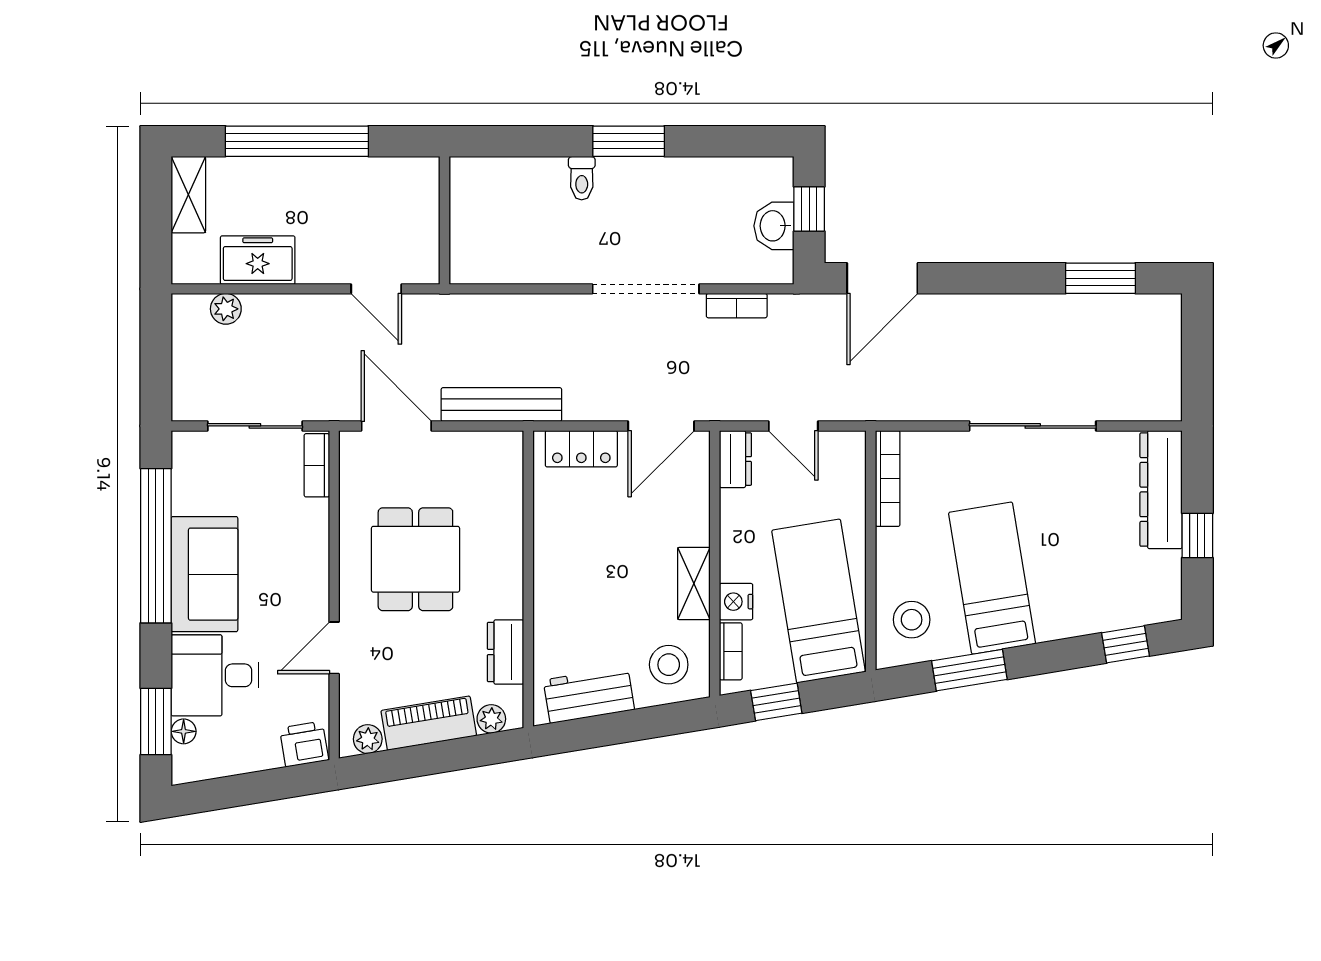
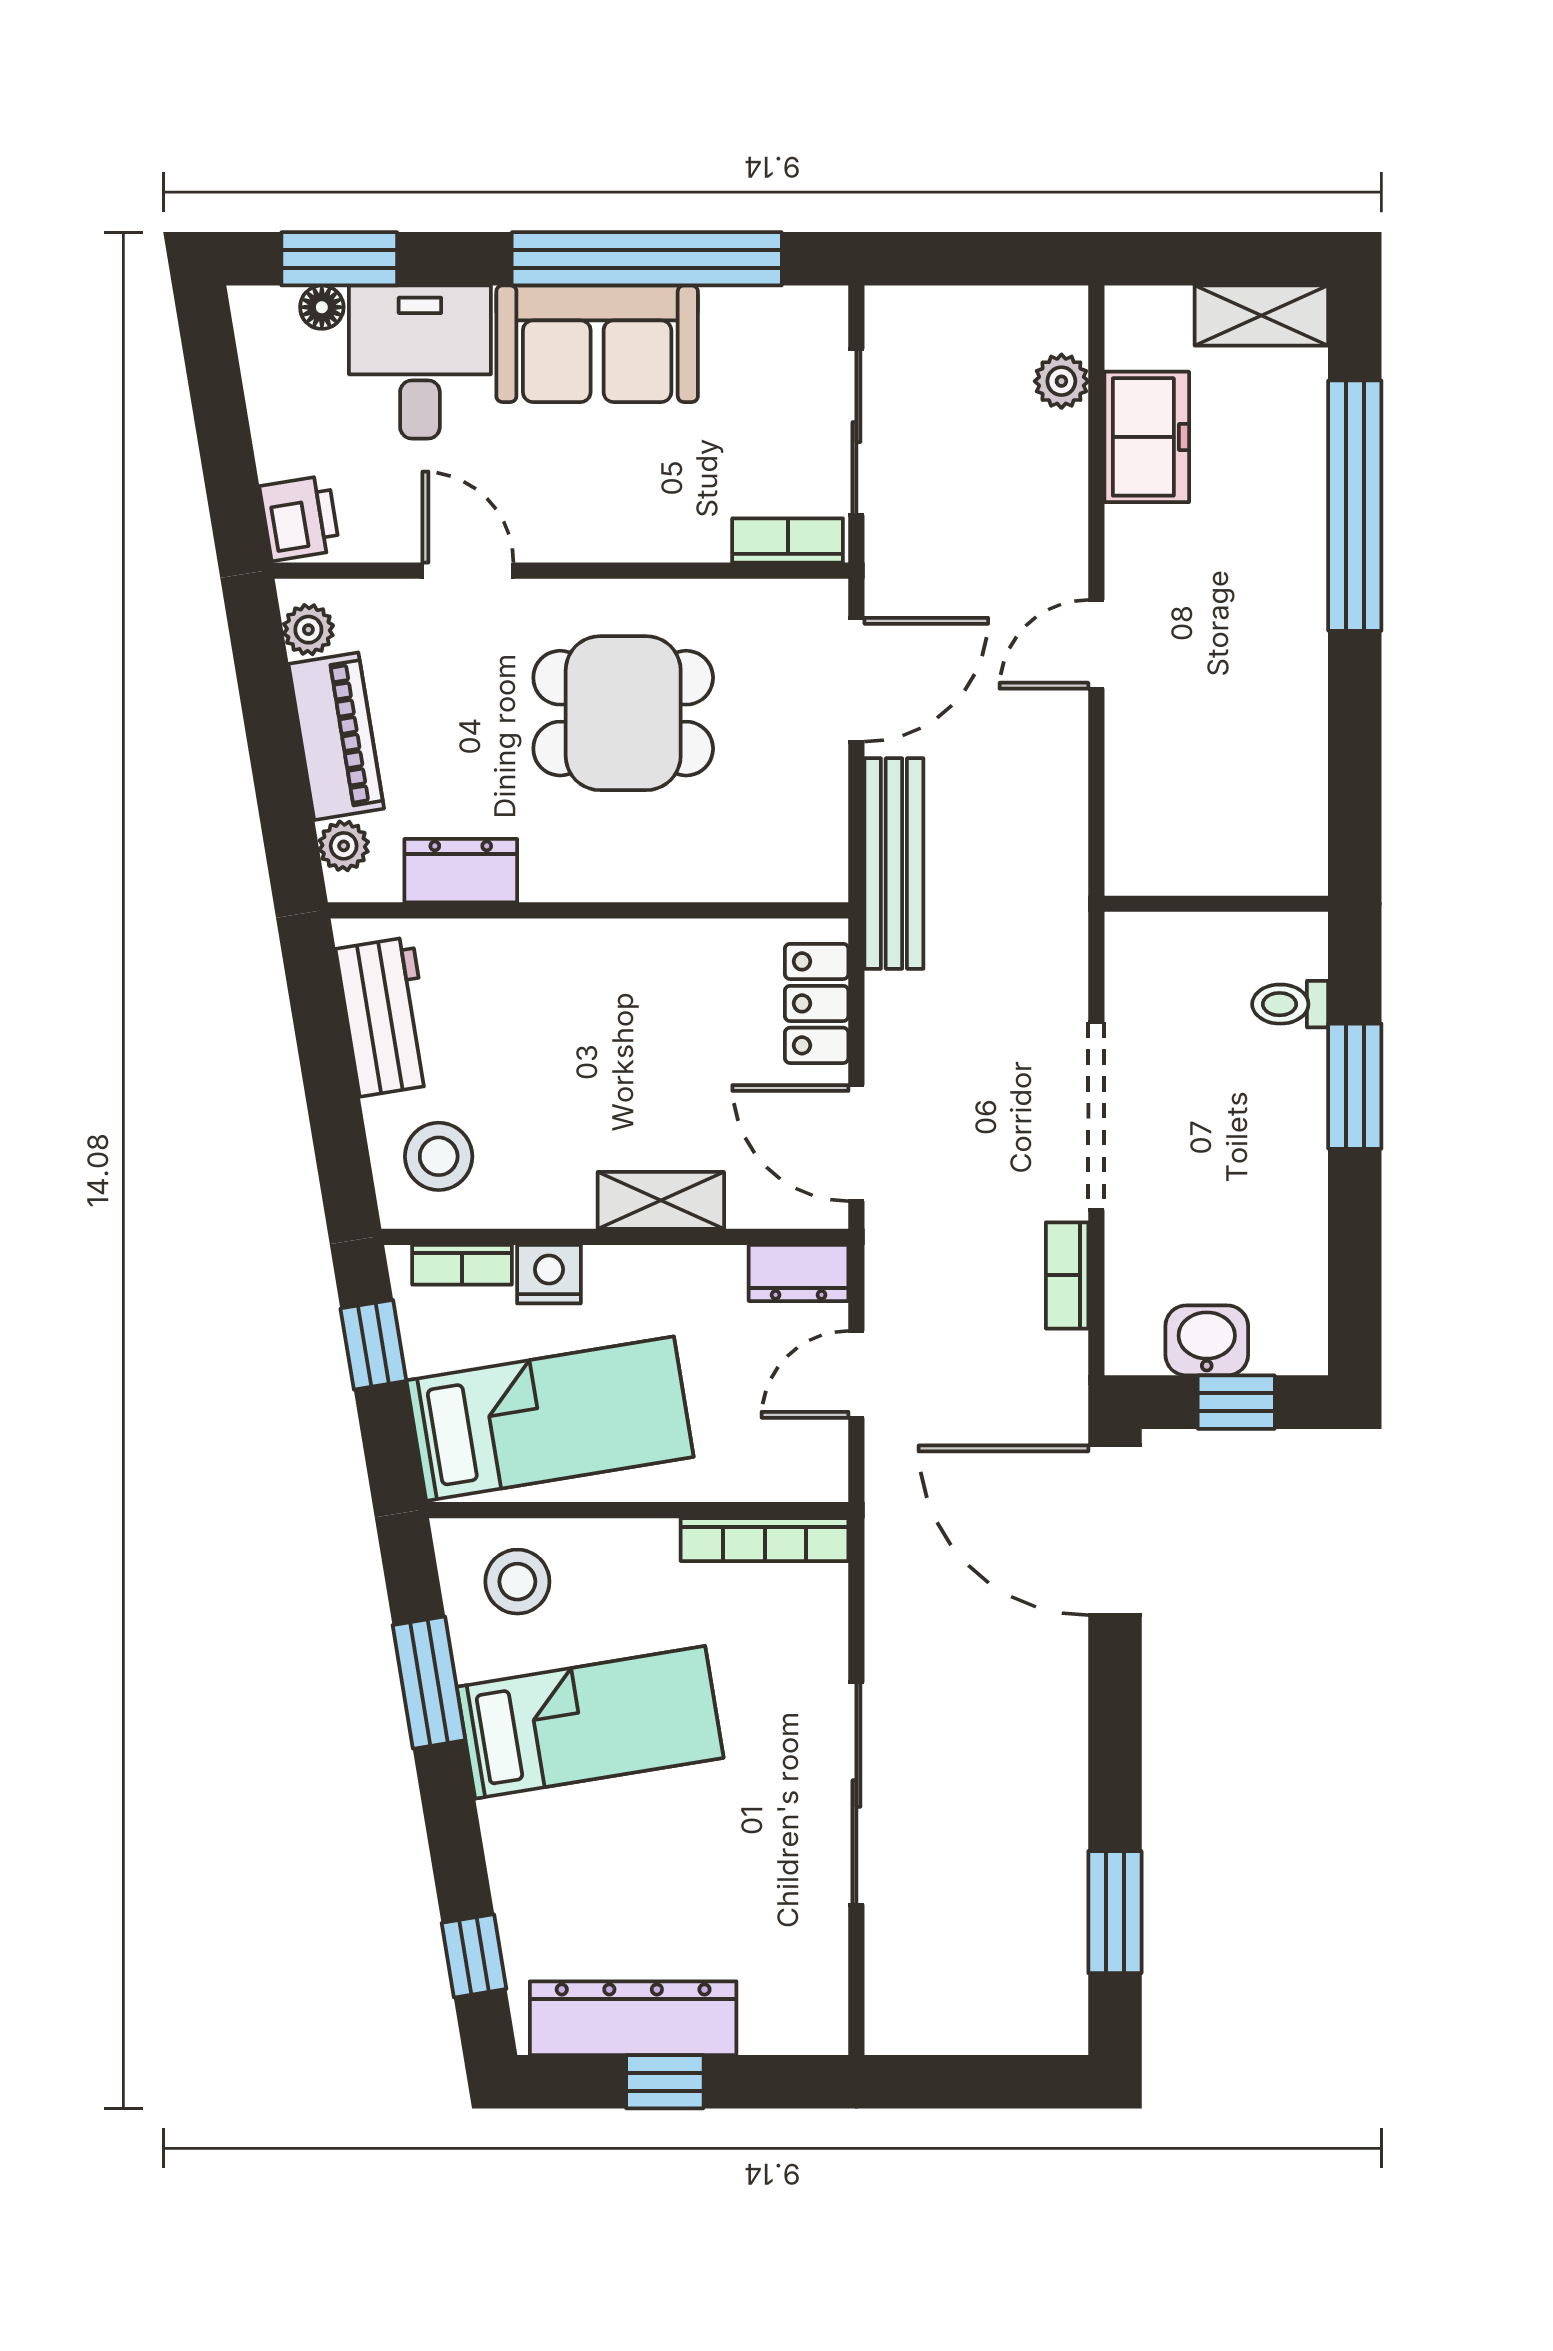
wall: (444, 220) -> (1216, 904), moved
door: (882, 278) -> (1115, 1530), width x1.36
dresser: (1161, 490) -> (633, 2018), moved
shelving: (694, 583) -> (661, 1200), moved

